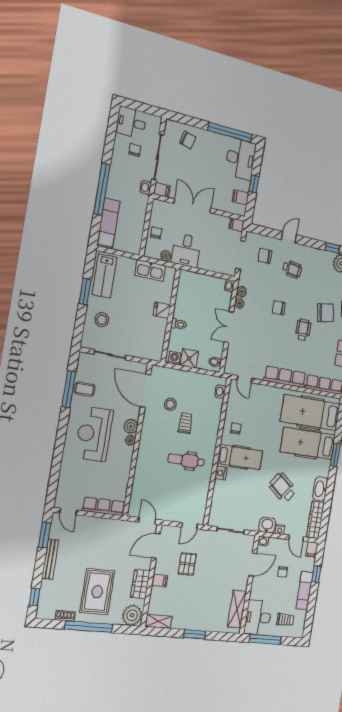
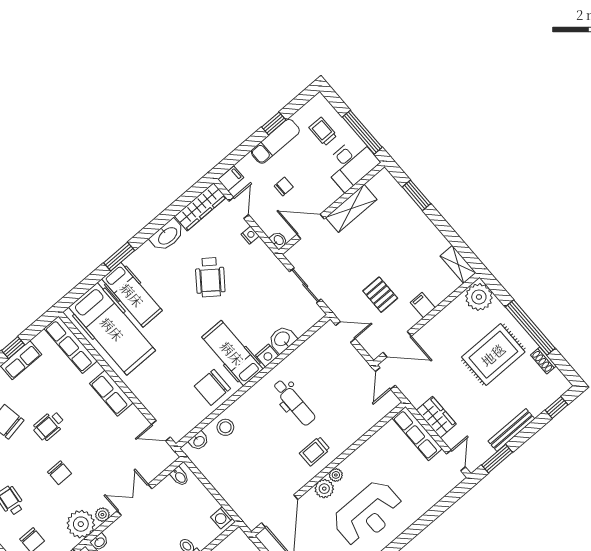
plant: (242, 292) -> (81, 524), width x1.87, depth x1.87
double door: (229, 327) -> (135, 500), swing flipped
shower: (189, 358) -> (206, 504), removed
row of seats: (285, 377) -> (111, 393), width x0.68
door: (244, 379) -> (161, 431), swing flipped
stool: (170, 404) -> (225, 427), moved
trolley: (185, 423) -> (315, 451), moved
chair: (236, 429) -> (212, 387), width x1.87, depth x1.87
hospital bed: (308, 443) -> (132, 295), width x0.73, depth x0.78
washbasin: (267, 525) -> (282, 339), moved, turned 90
pallet: (187, 564) -> (380, 295), turned 90
window: (316, 574) -> (274, 123), moved
wardrobe: (140, 584) -> (436, 417), moved, turned -90
shelving: (237, 609) -> (351, 208), moved
window: (195, 634) -> (416, 195), moved

